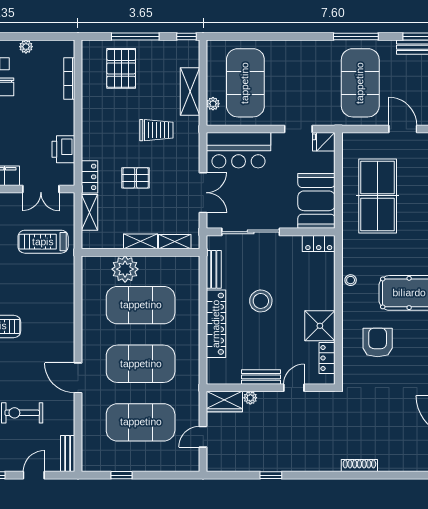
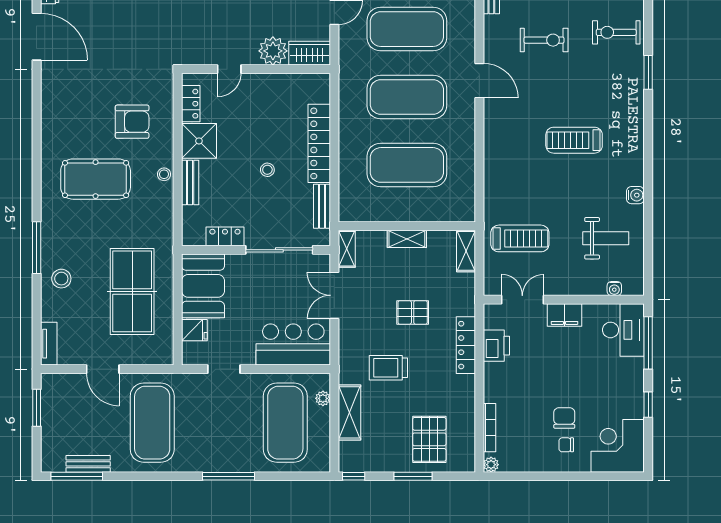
window: (135, 37) -> (413, 476), width x0.69
window: (356, 37) -> (229, 476), moved
plant: (26, 47) -> (491, 465), moved
fridge: (324, 142) -> (194, 330), moved
locker: (90, 177) -> (466, 345), moved, width x1.53
shelving: (90, 212) -> (466, 251), moved
shelving: (175, 242) -> (347, 249), moved, turned 90
locker: (319, 243) -> (225, 236), moved
plant: (125, 269) -> (425, 207), removed
stool: (351, 280) -> (164, 174), moved
stool: (261, 301) -> (267, 170), width x0.53, depth x0.53
armchair: (378, 342) -> (132, 122), turned -90
bench: (261, 377) -> (190, 182), moved, turned 90
plant: (250, 398) -> (273, 51), width x1.88, depth x1.88

